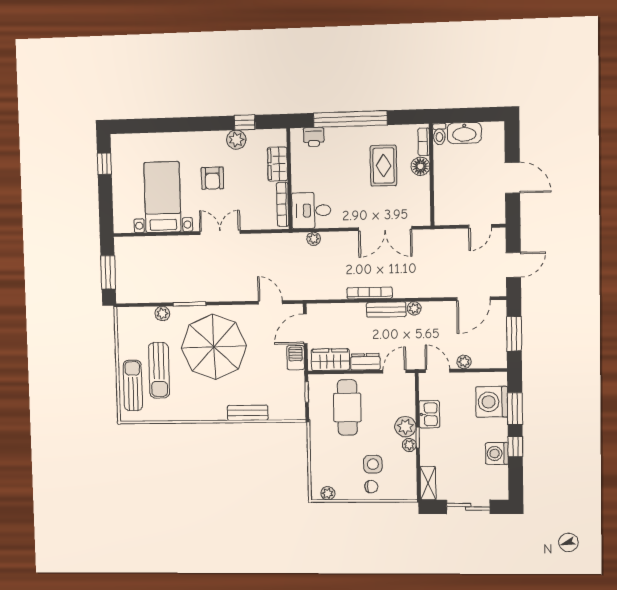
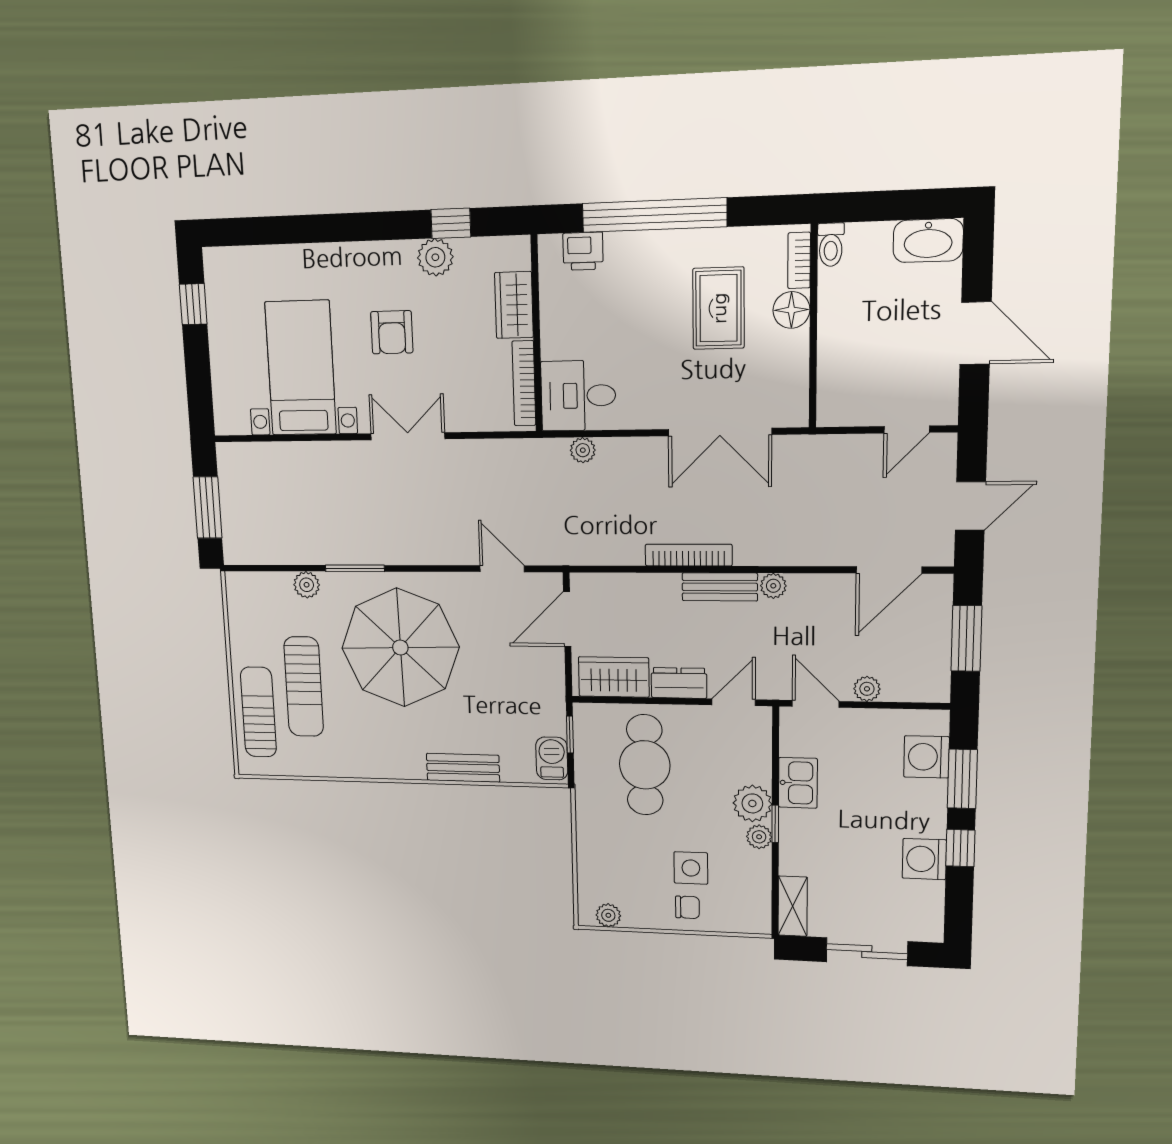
washbasin: (464, 133) -> (928, 241), moved
barbecue: (296, 358) -> (552, 758), moved
washing machine: (492, 402) -> (926, 757), width x0.73, depth x0.73

